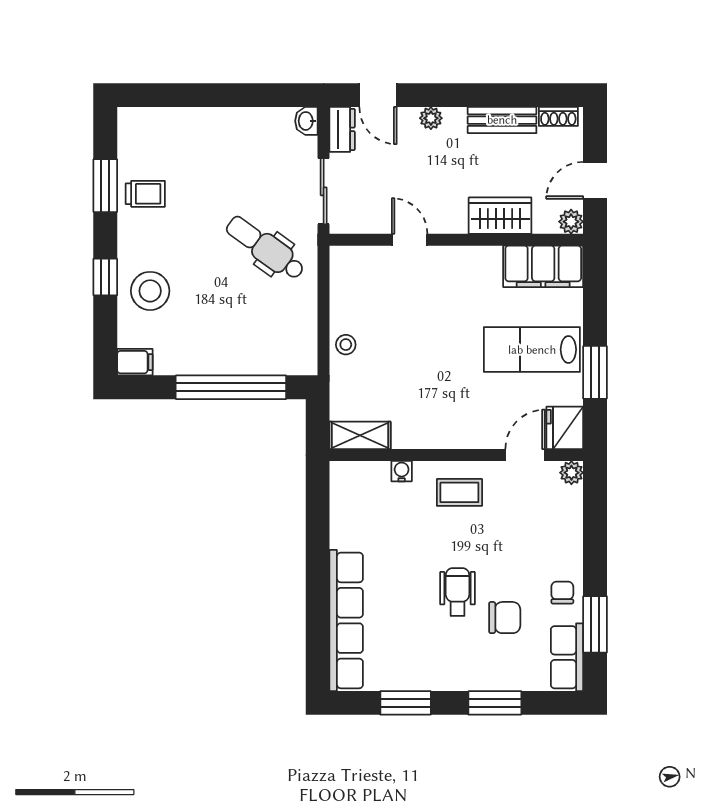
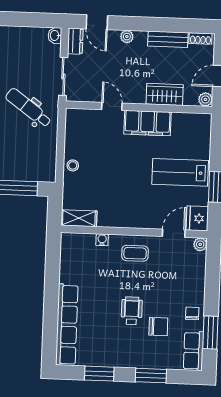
filing cabinet: (543, 266) -> (148, 123), moved

